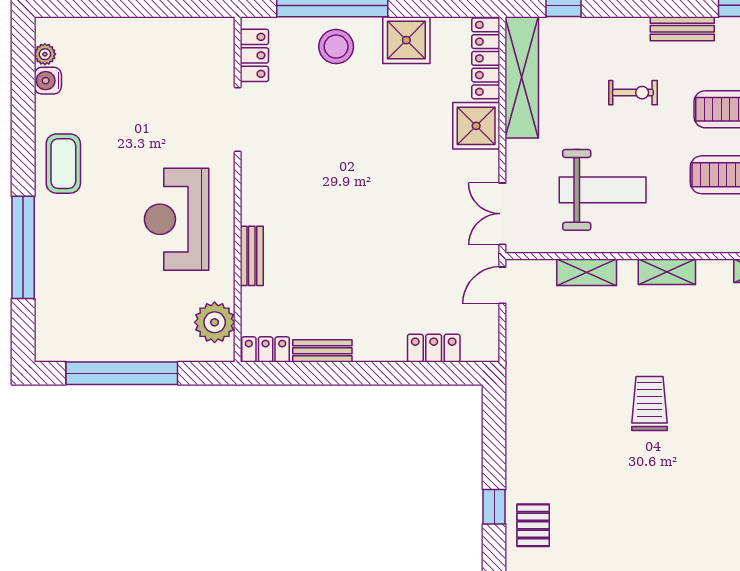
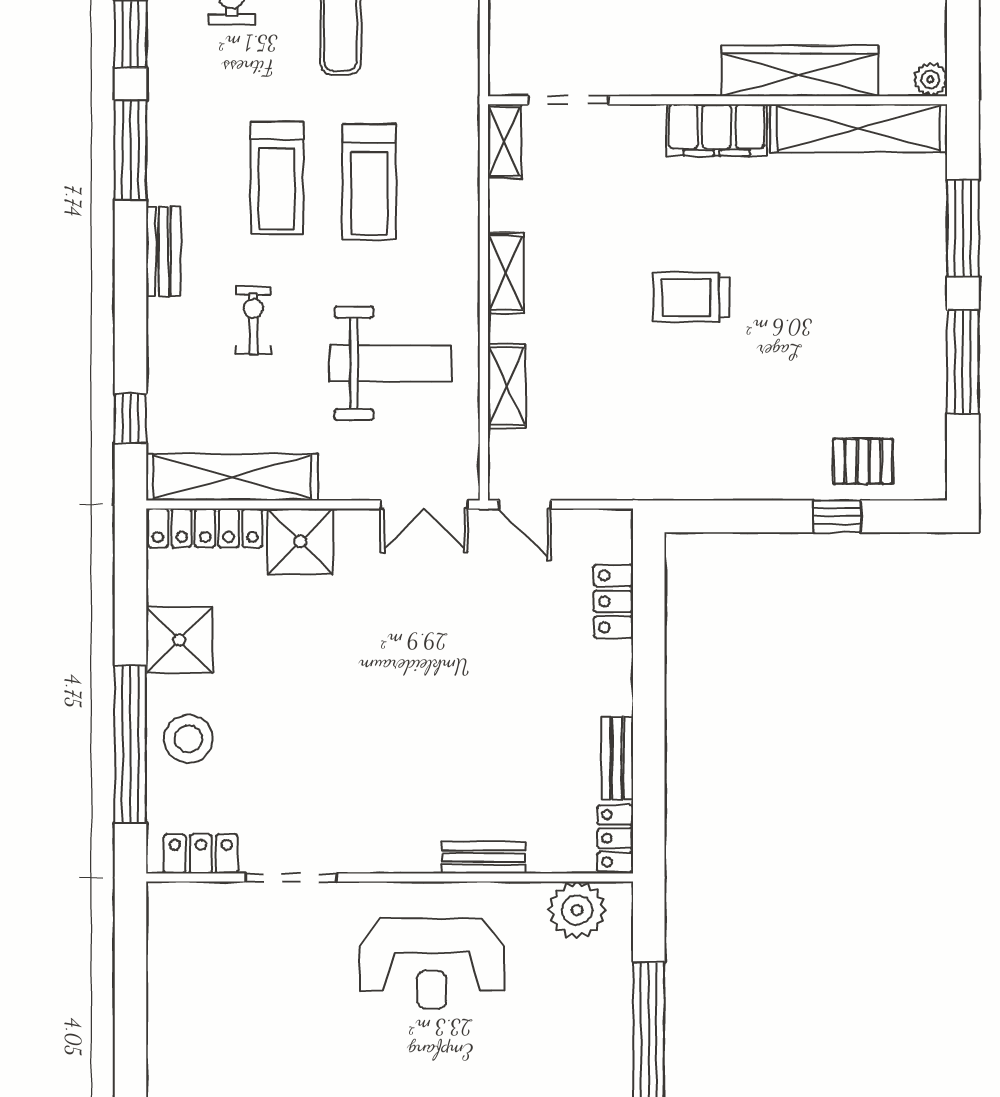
weight bench: (603, 190) -> (390, 363), turned 90

